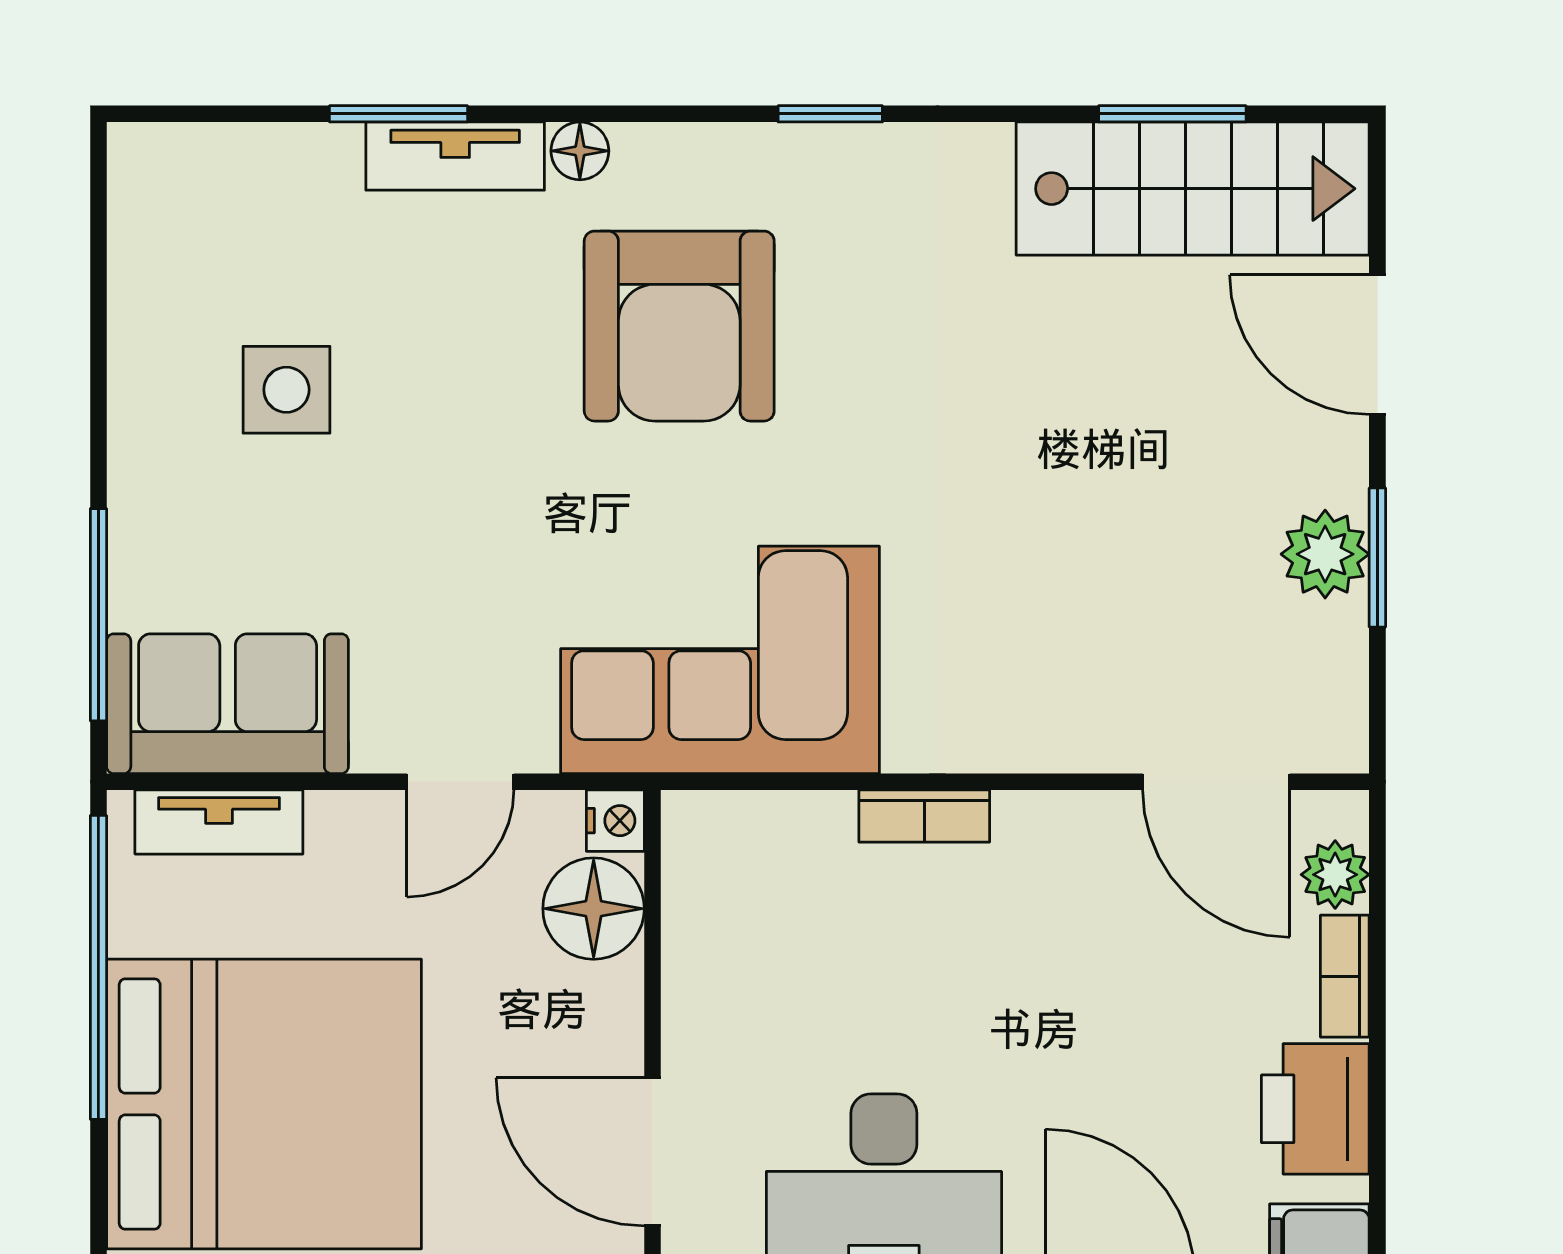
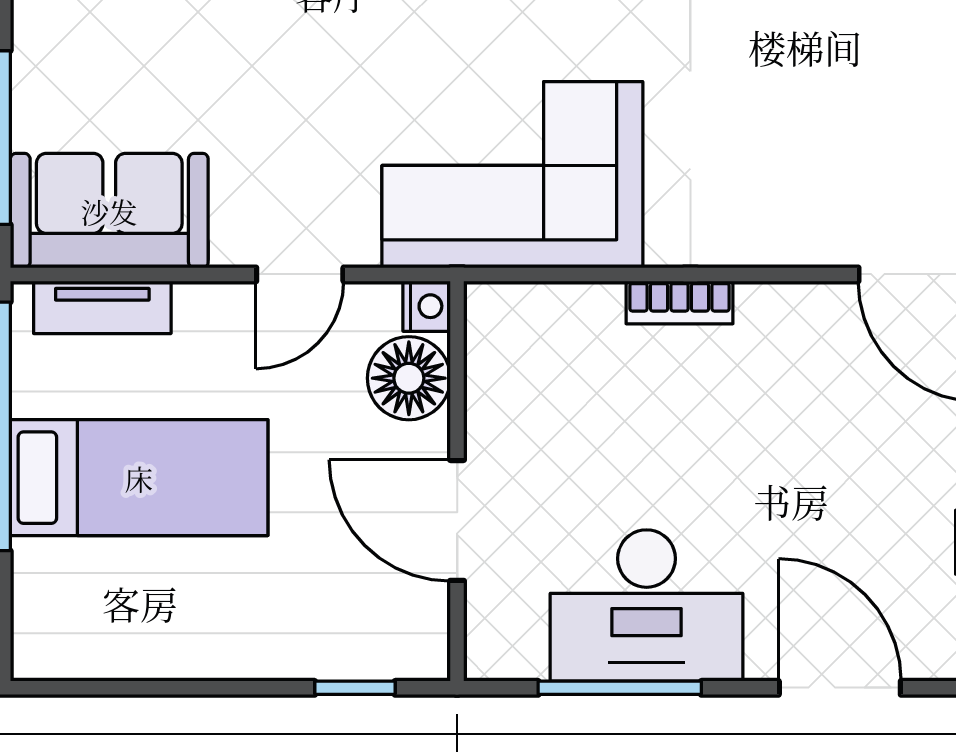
bed: (264, 1104) -> (139, 478), width x0.49
door: (652, 1152) -> (457, 520), moved

